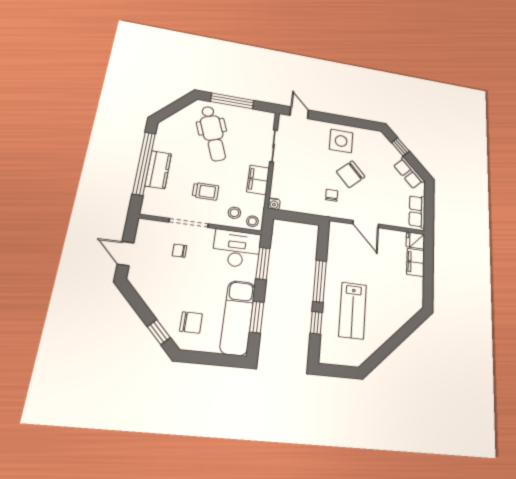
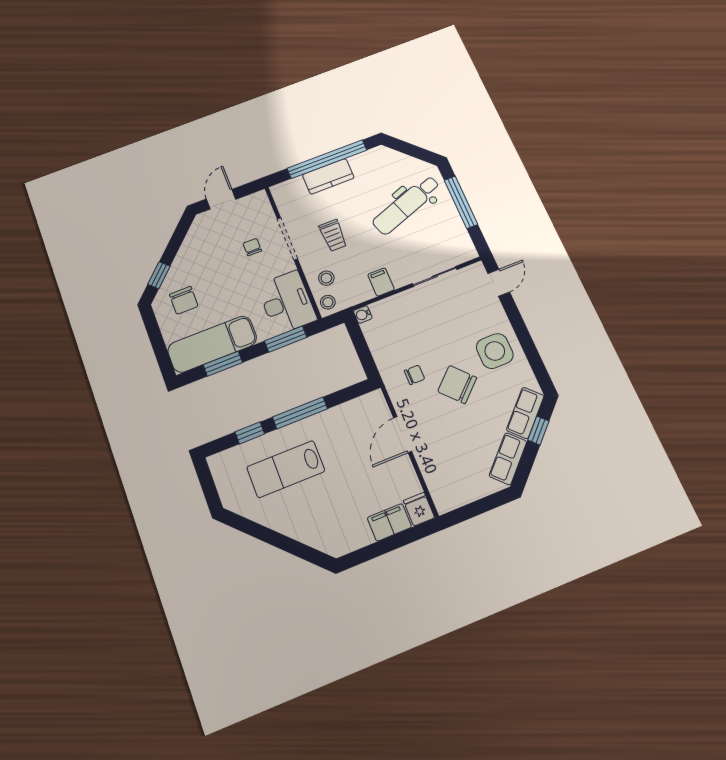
filing cabinet: (258, 180) -> (381, 282), width x0.50
row of seats: (417, 211) -> (525, 413), moved, turned -45

